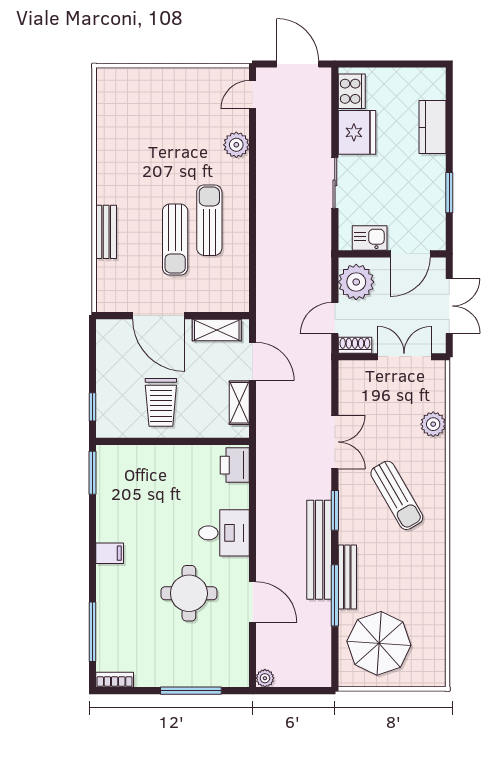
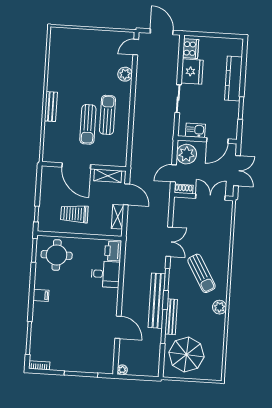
kitchen counter: (432, 127) -> (233, 79), width x1.50
bench: (106, 232) -> (51, 107), moved
trolley: (161, 402) -> (74, 214), turned 90
plant: (433, 424) -> (220, 307), moved
desk: (224, 533) -> (106, 274), moved
round table: (189, 593) -> (57, 255), moved

